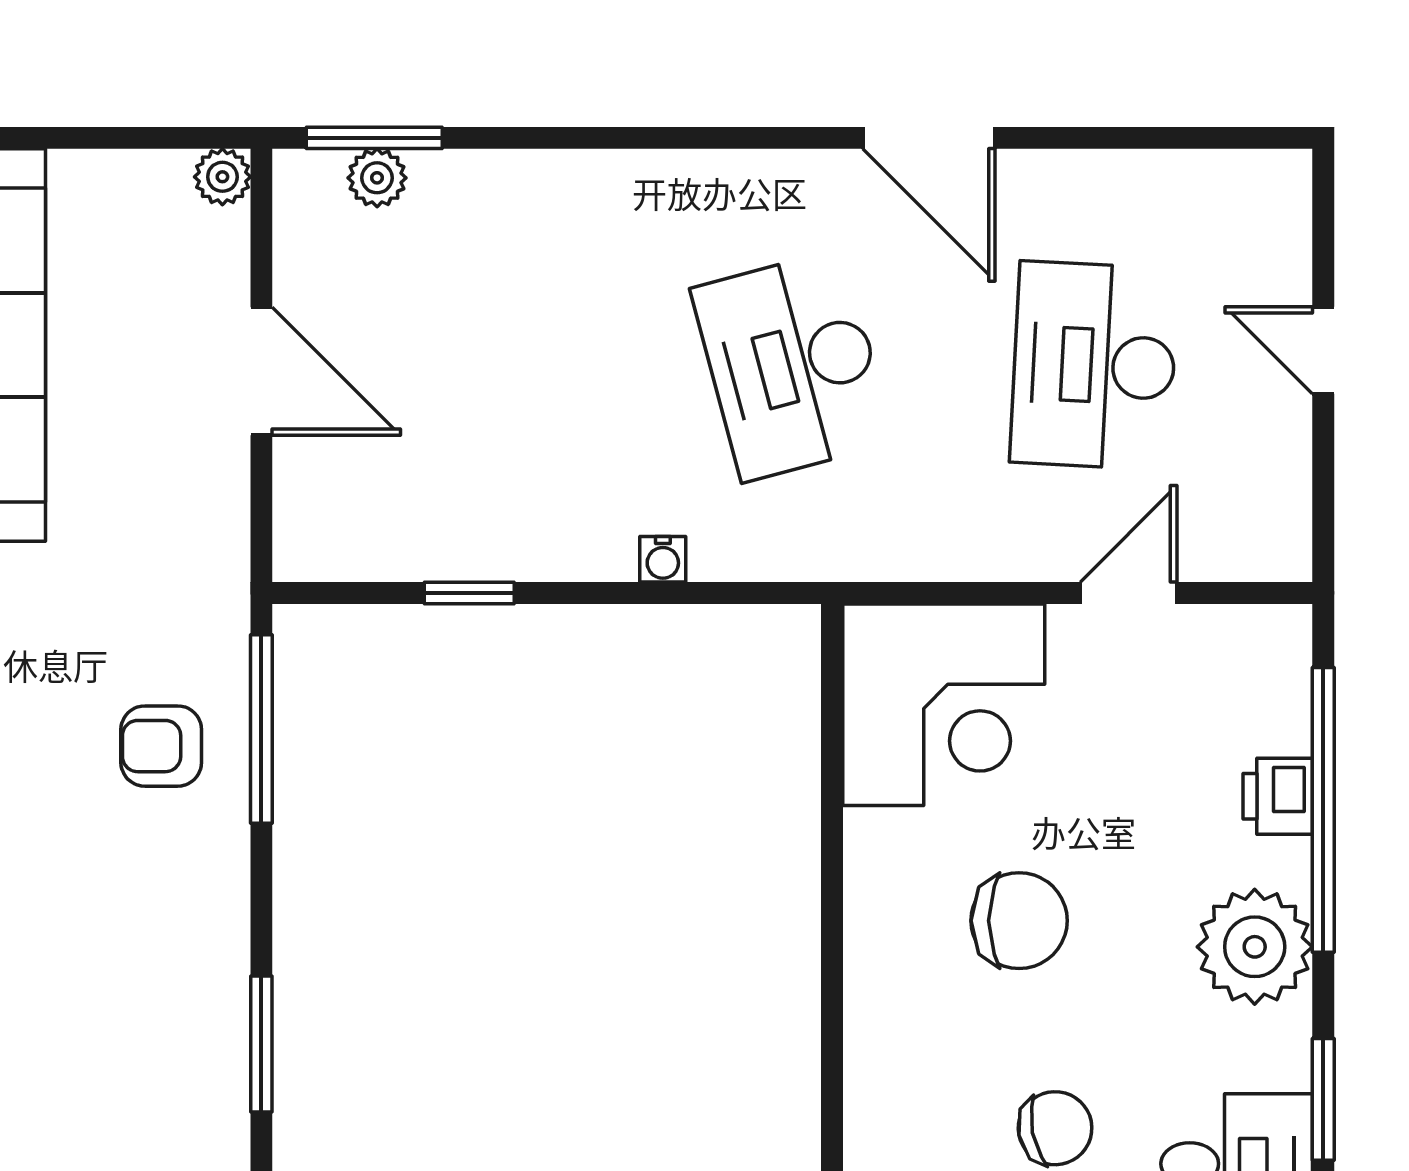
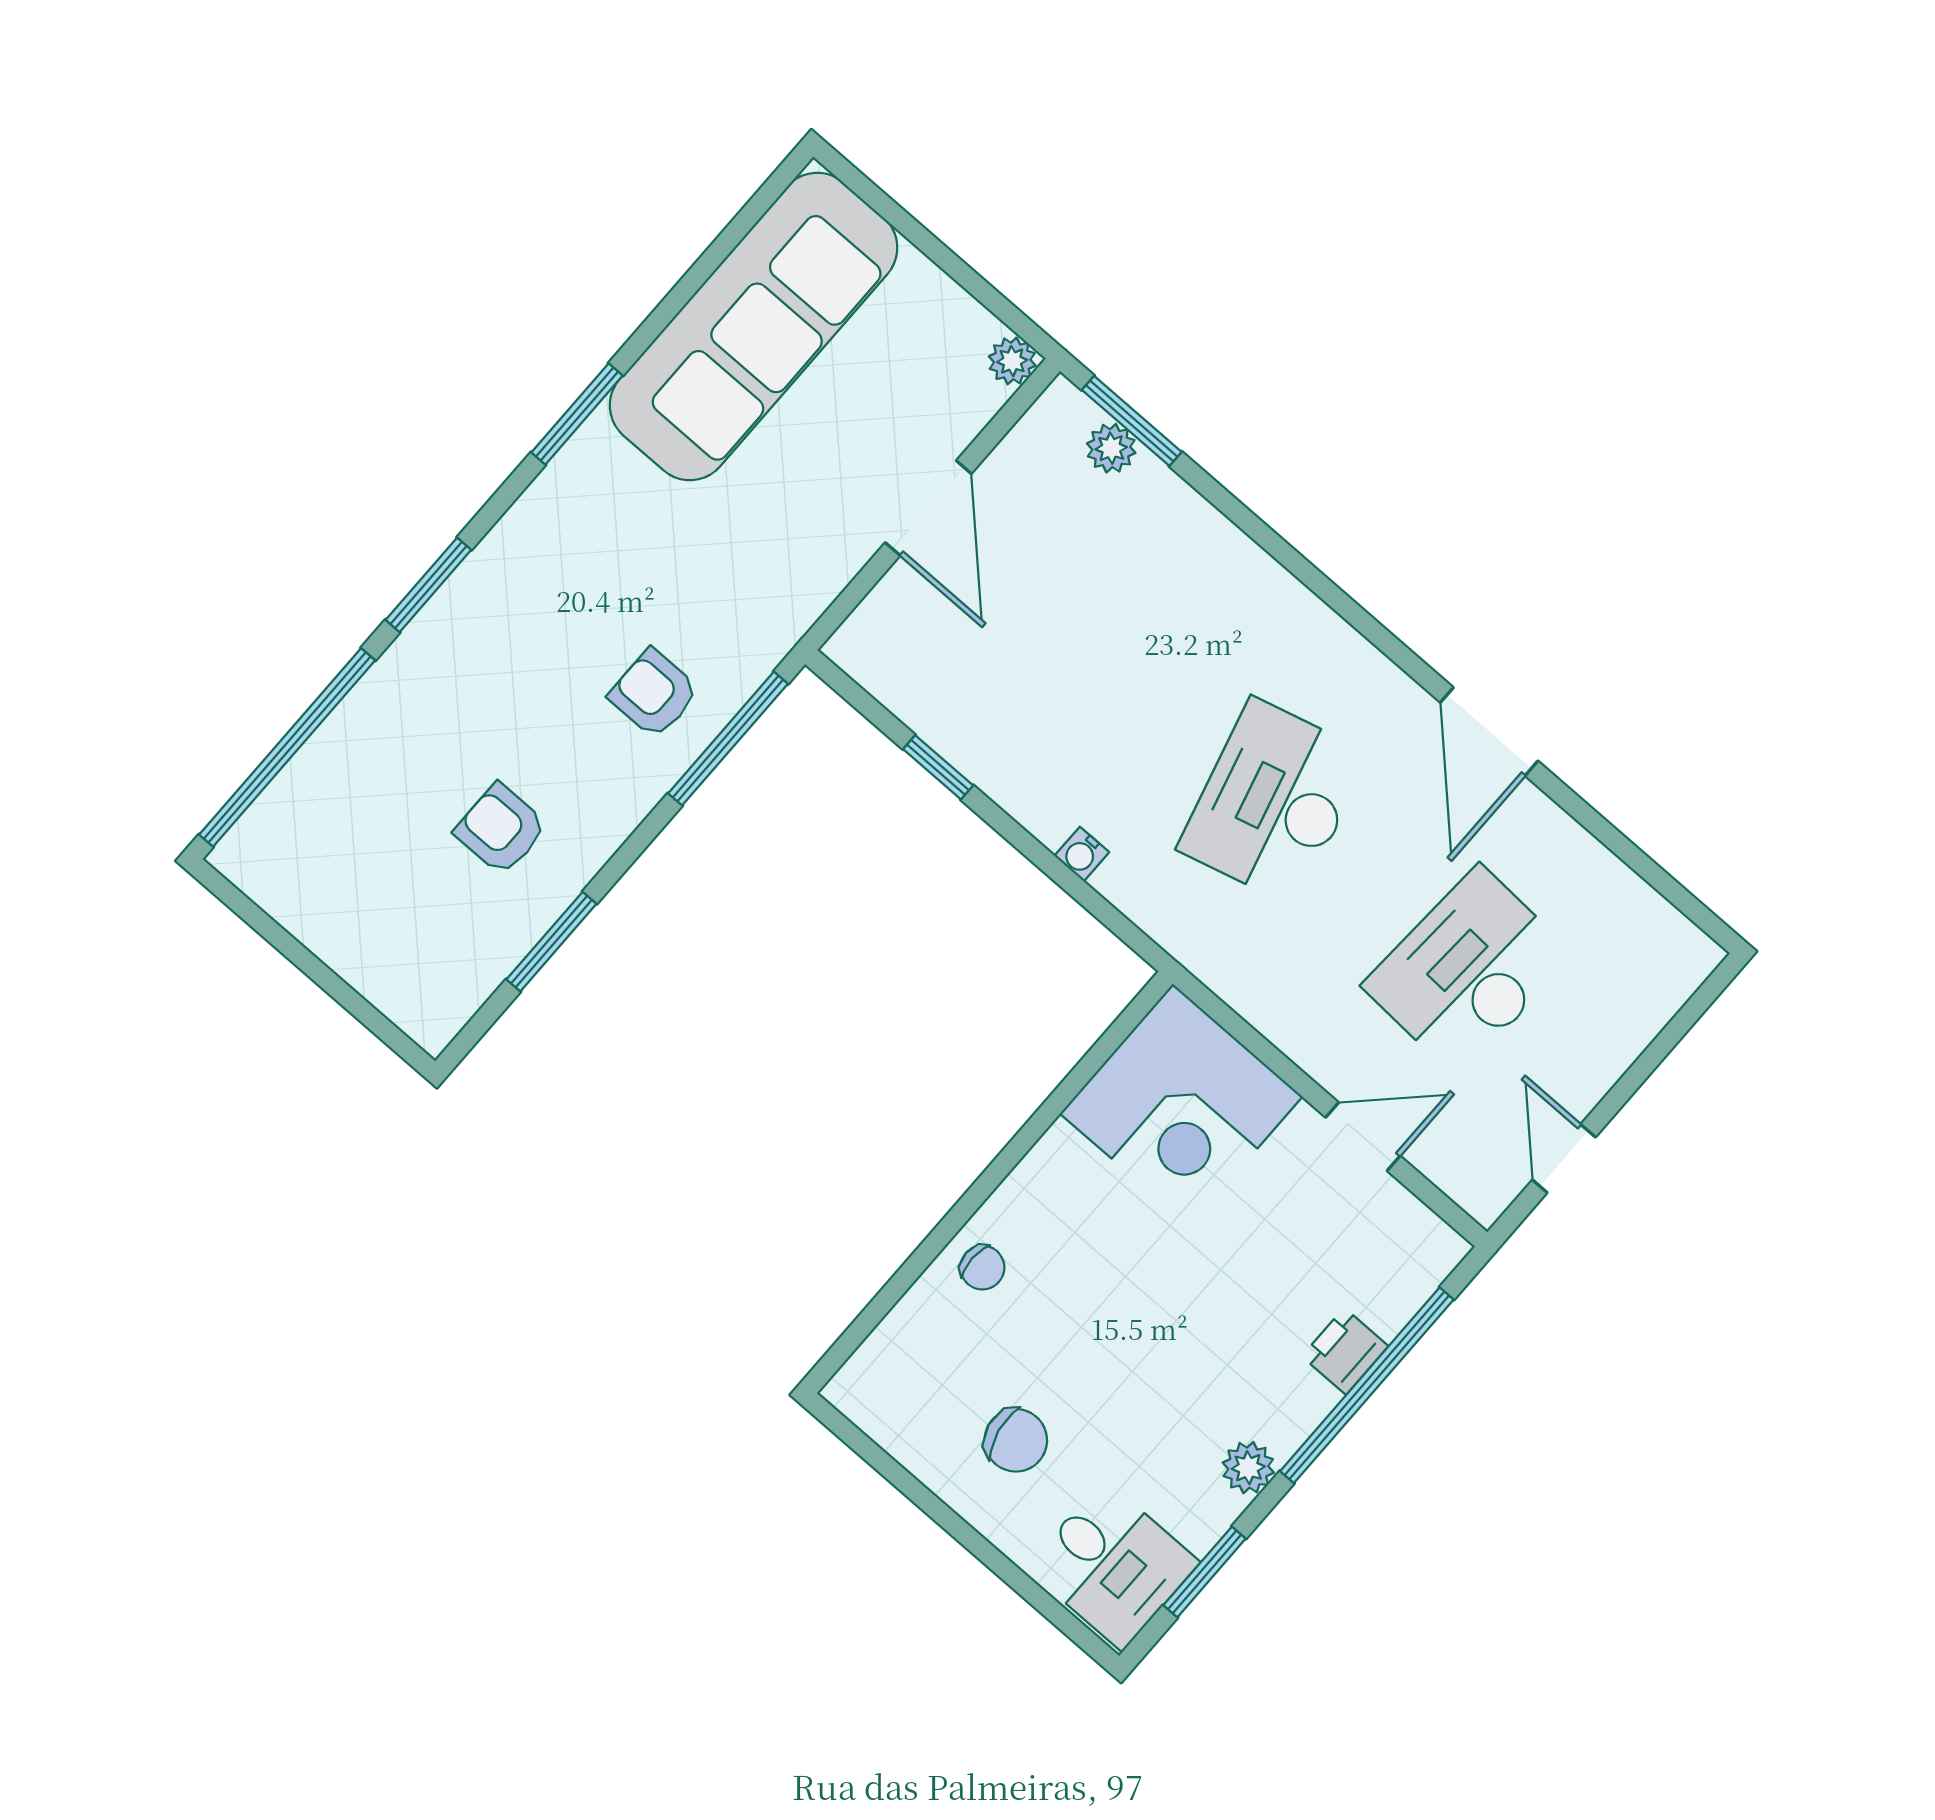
door: (1323, 350) -> (1564, 1159), moved
chair: (1019, 921) -> (982, 1268), moved, width x0.54, depth x0.54
plant: (1255, 947) -> (1248, 1468), width x0.53, depth x0.53
armchair: (130, 984) -> (501, 829), added

